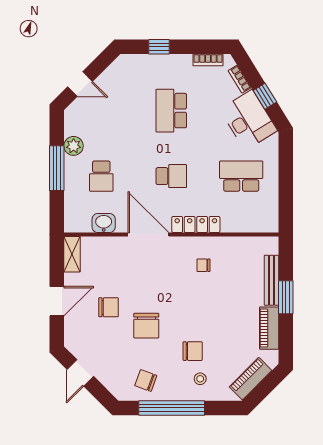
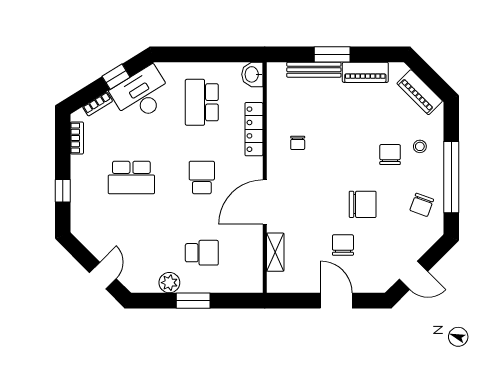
window: (57, 168) -> (193, 301), width x0.69
washbasin: (104, 223) -> (252, 74), moved
locker: (196, 225) -> (254, 129), moved
shelving: (72, 254) -> (275, 252), moved, turned 90

